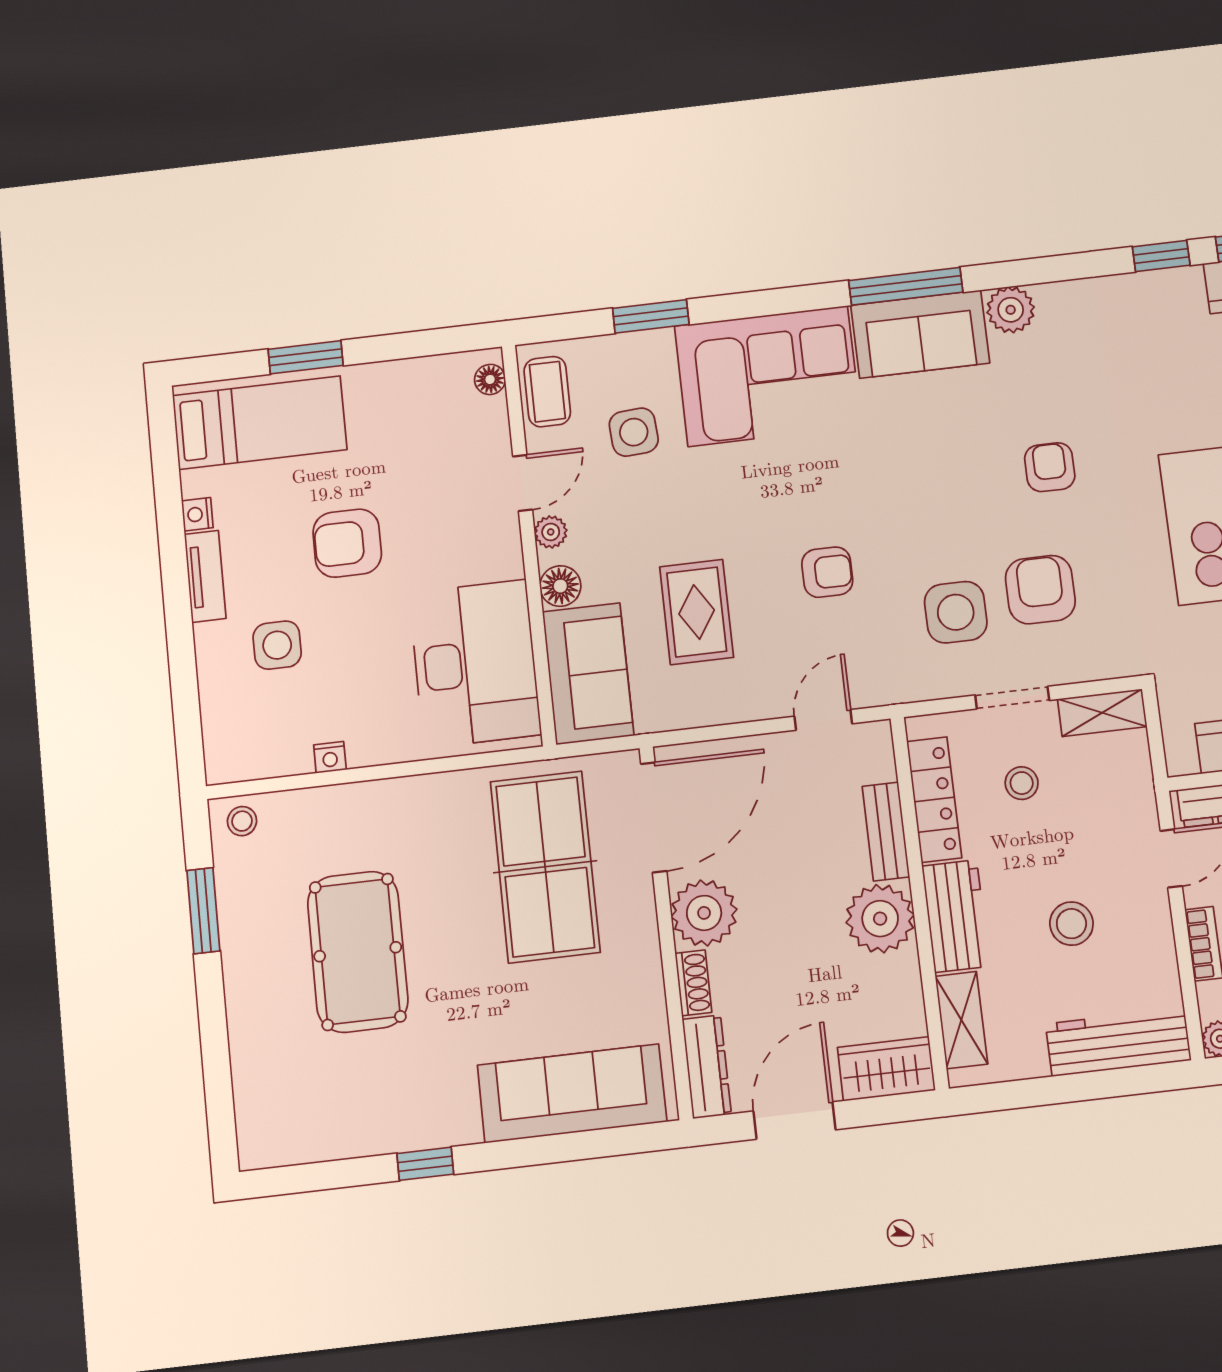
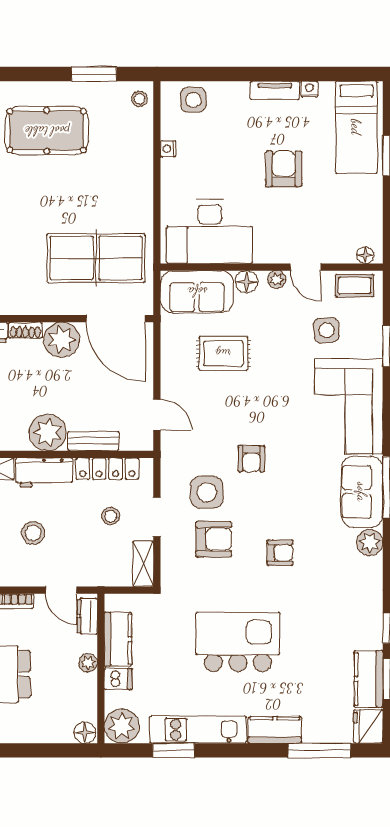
armchair: (827, 572) -> (251, 459), moved
side table: (277, 645) -> (193, 100), moved
pool table: (358, 952) -> (47, 131), moved

